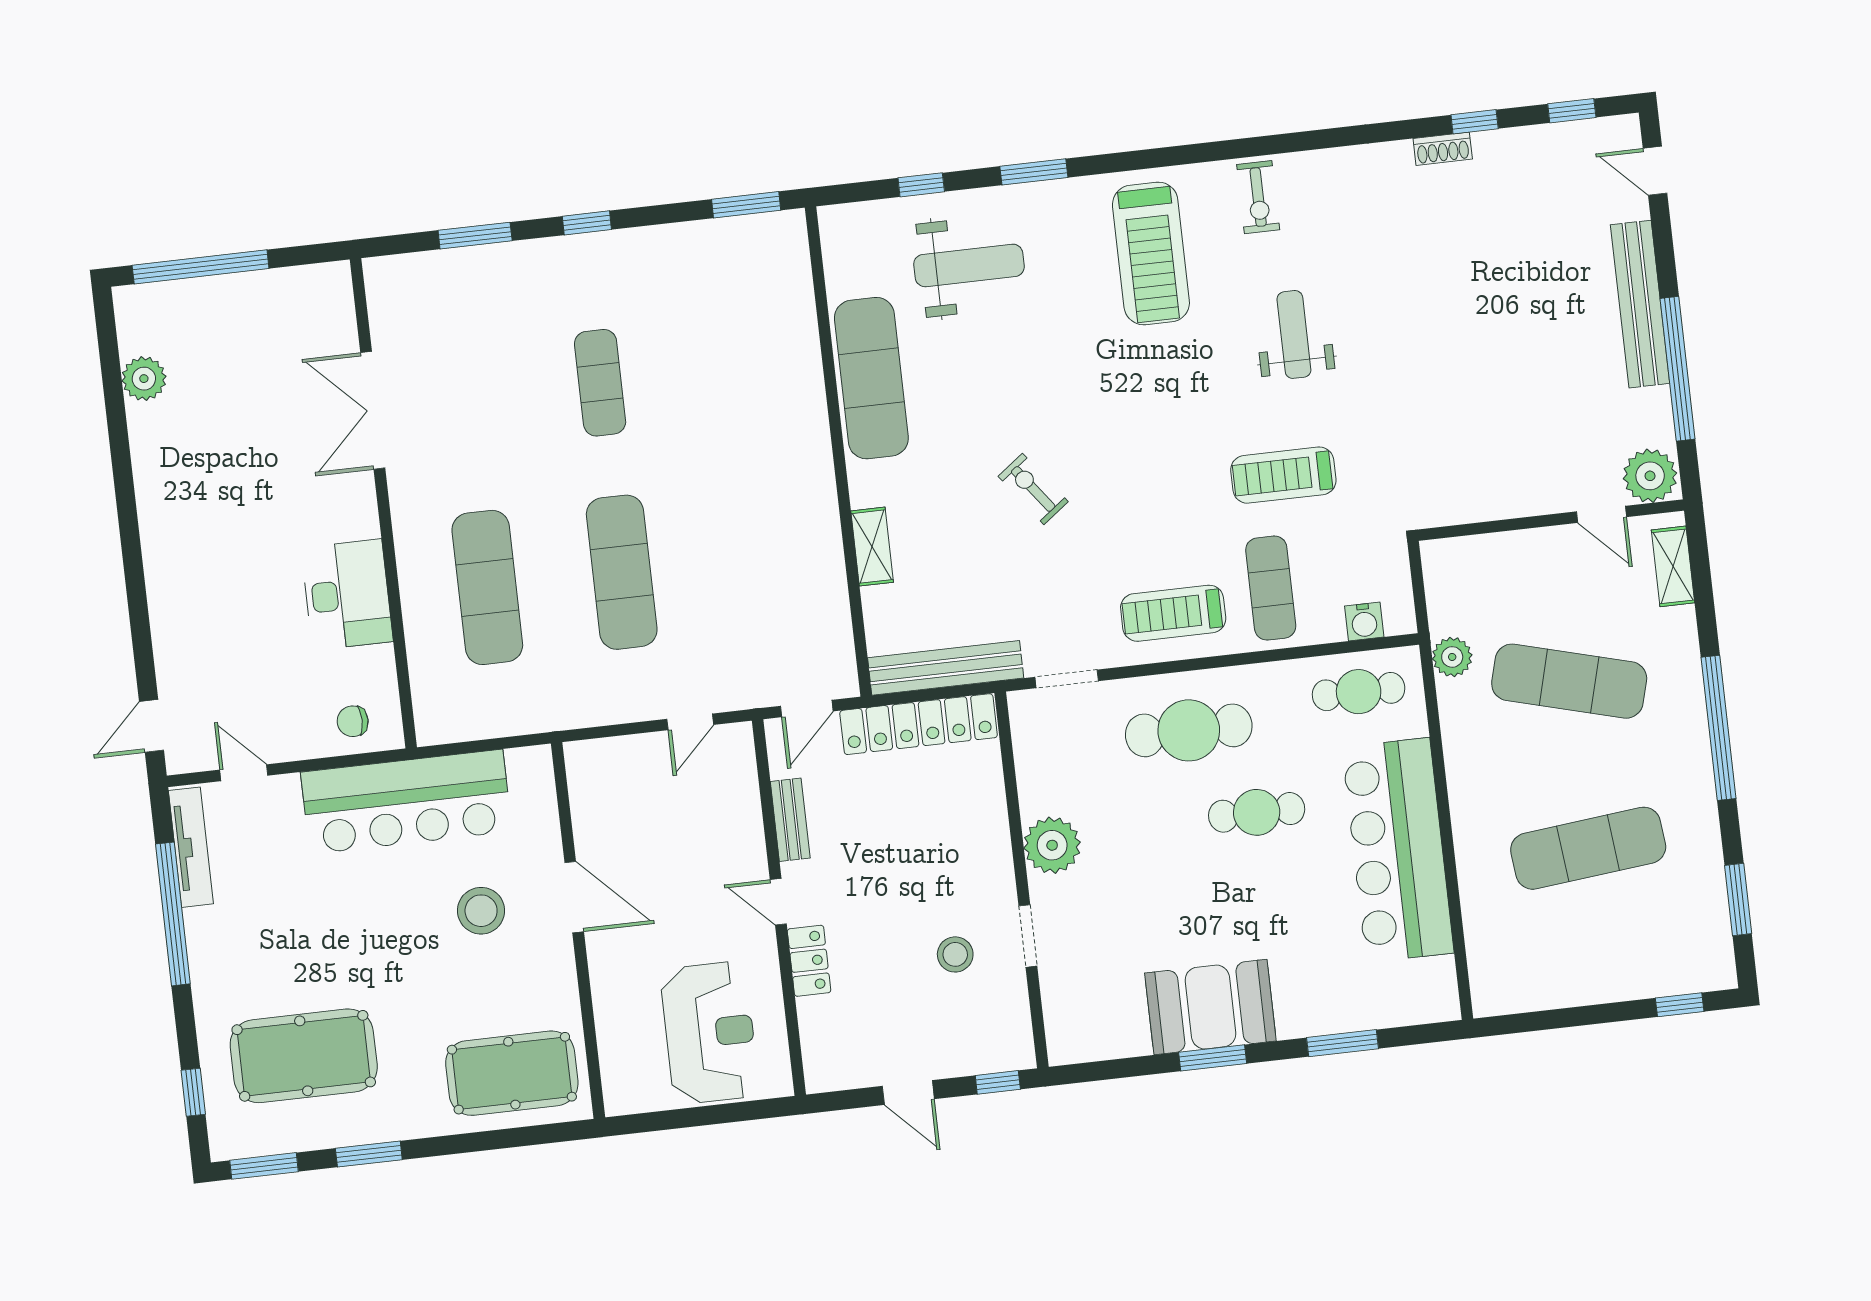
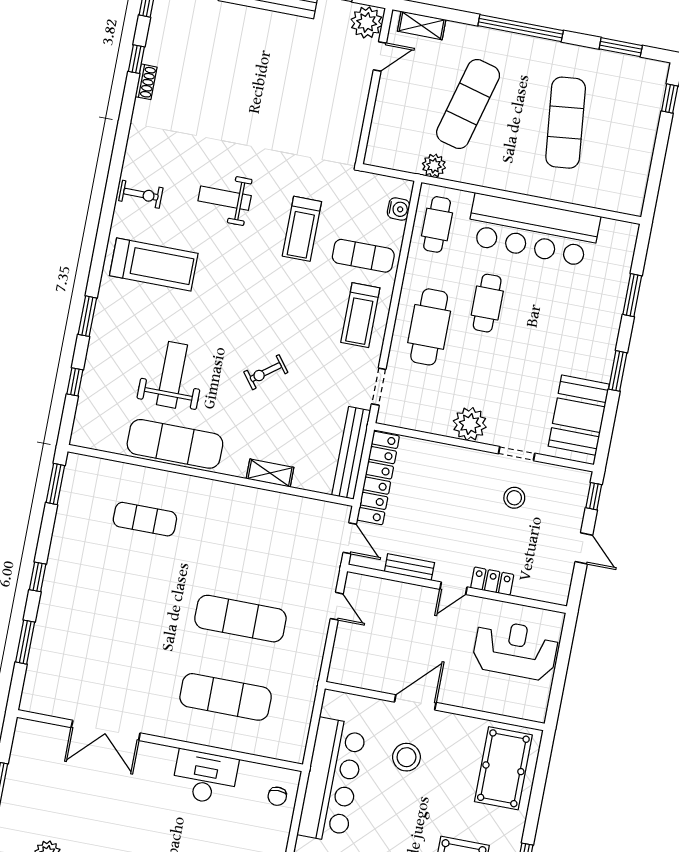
weight bench: (969, 265) -> (172, 375), moved
exercise mat: (600, 383) -> (145, 519), moved
booth: (1210, 1007) -> (579, 415), moved
door: (908, 1093) -> (584, 548), hinge flipped

